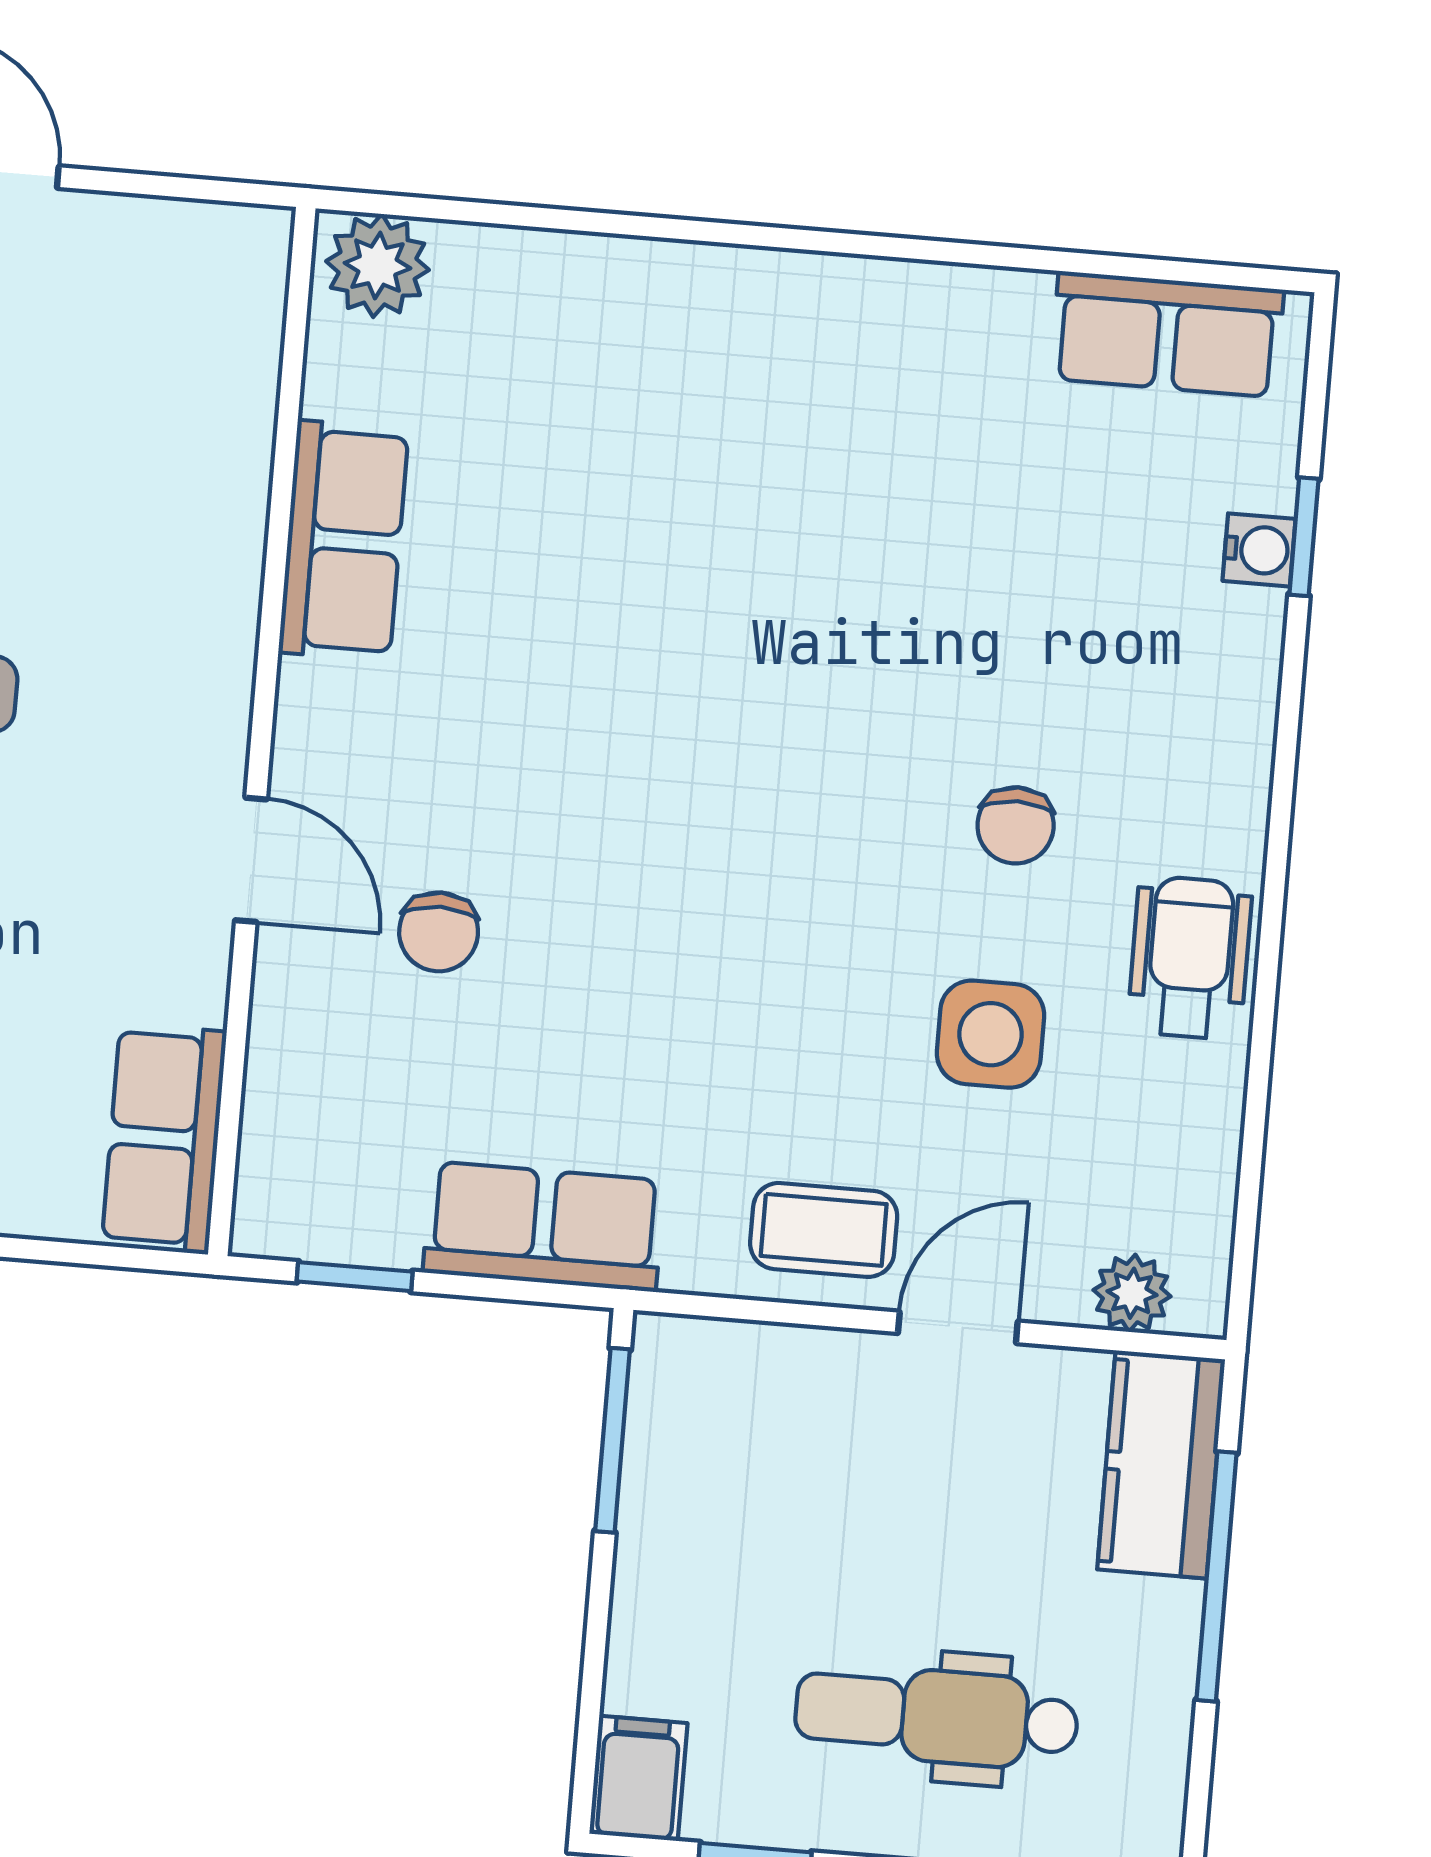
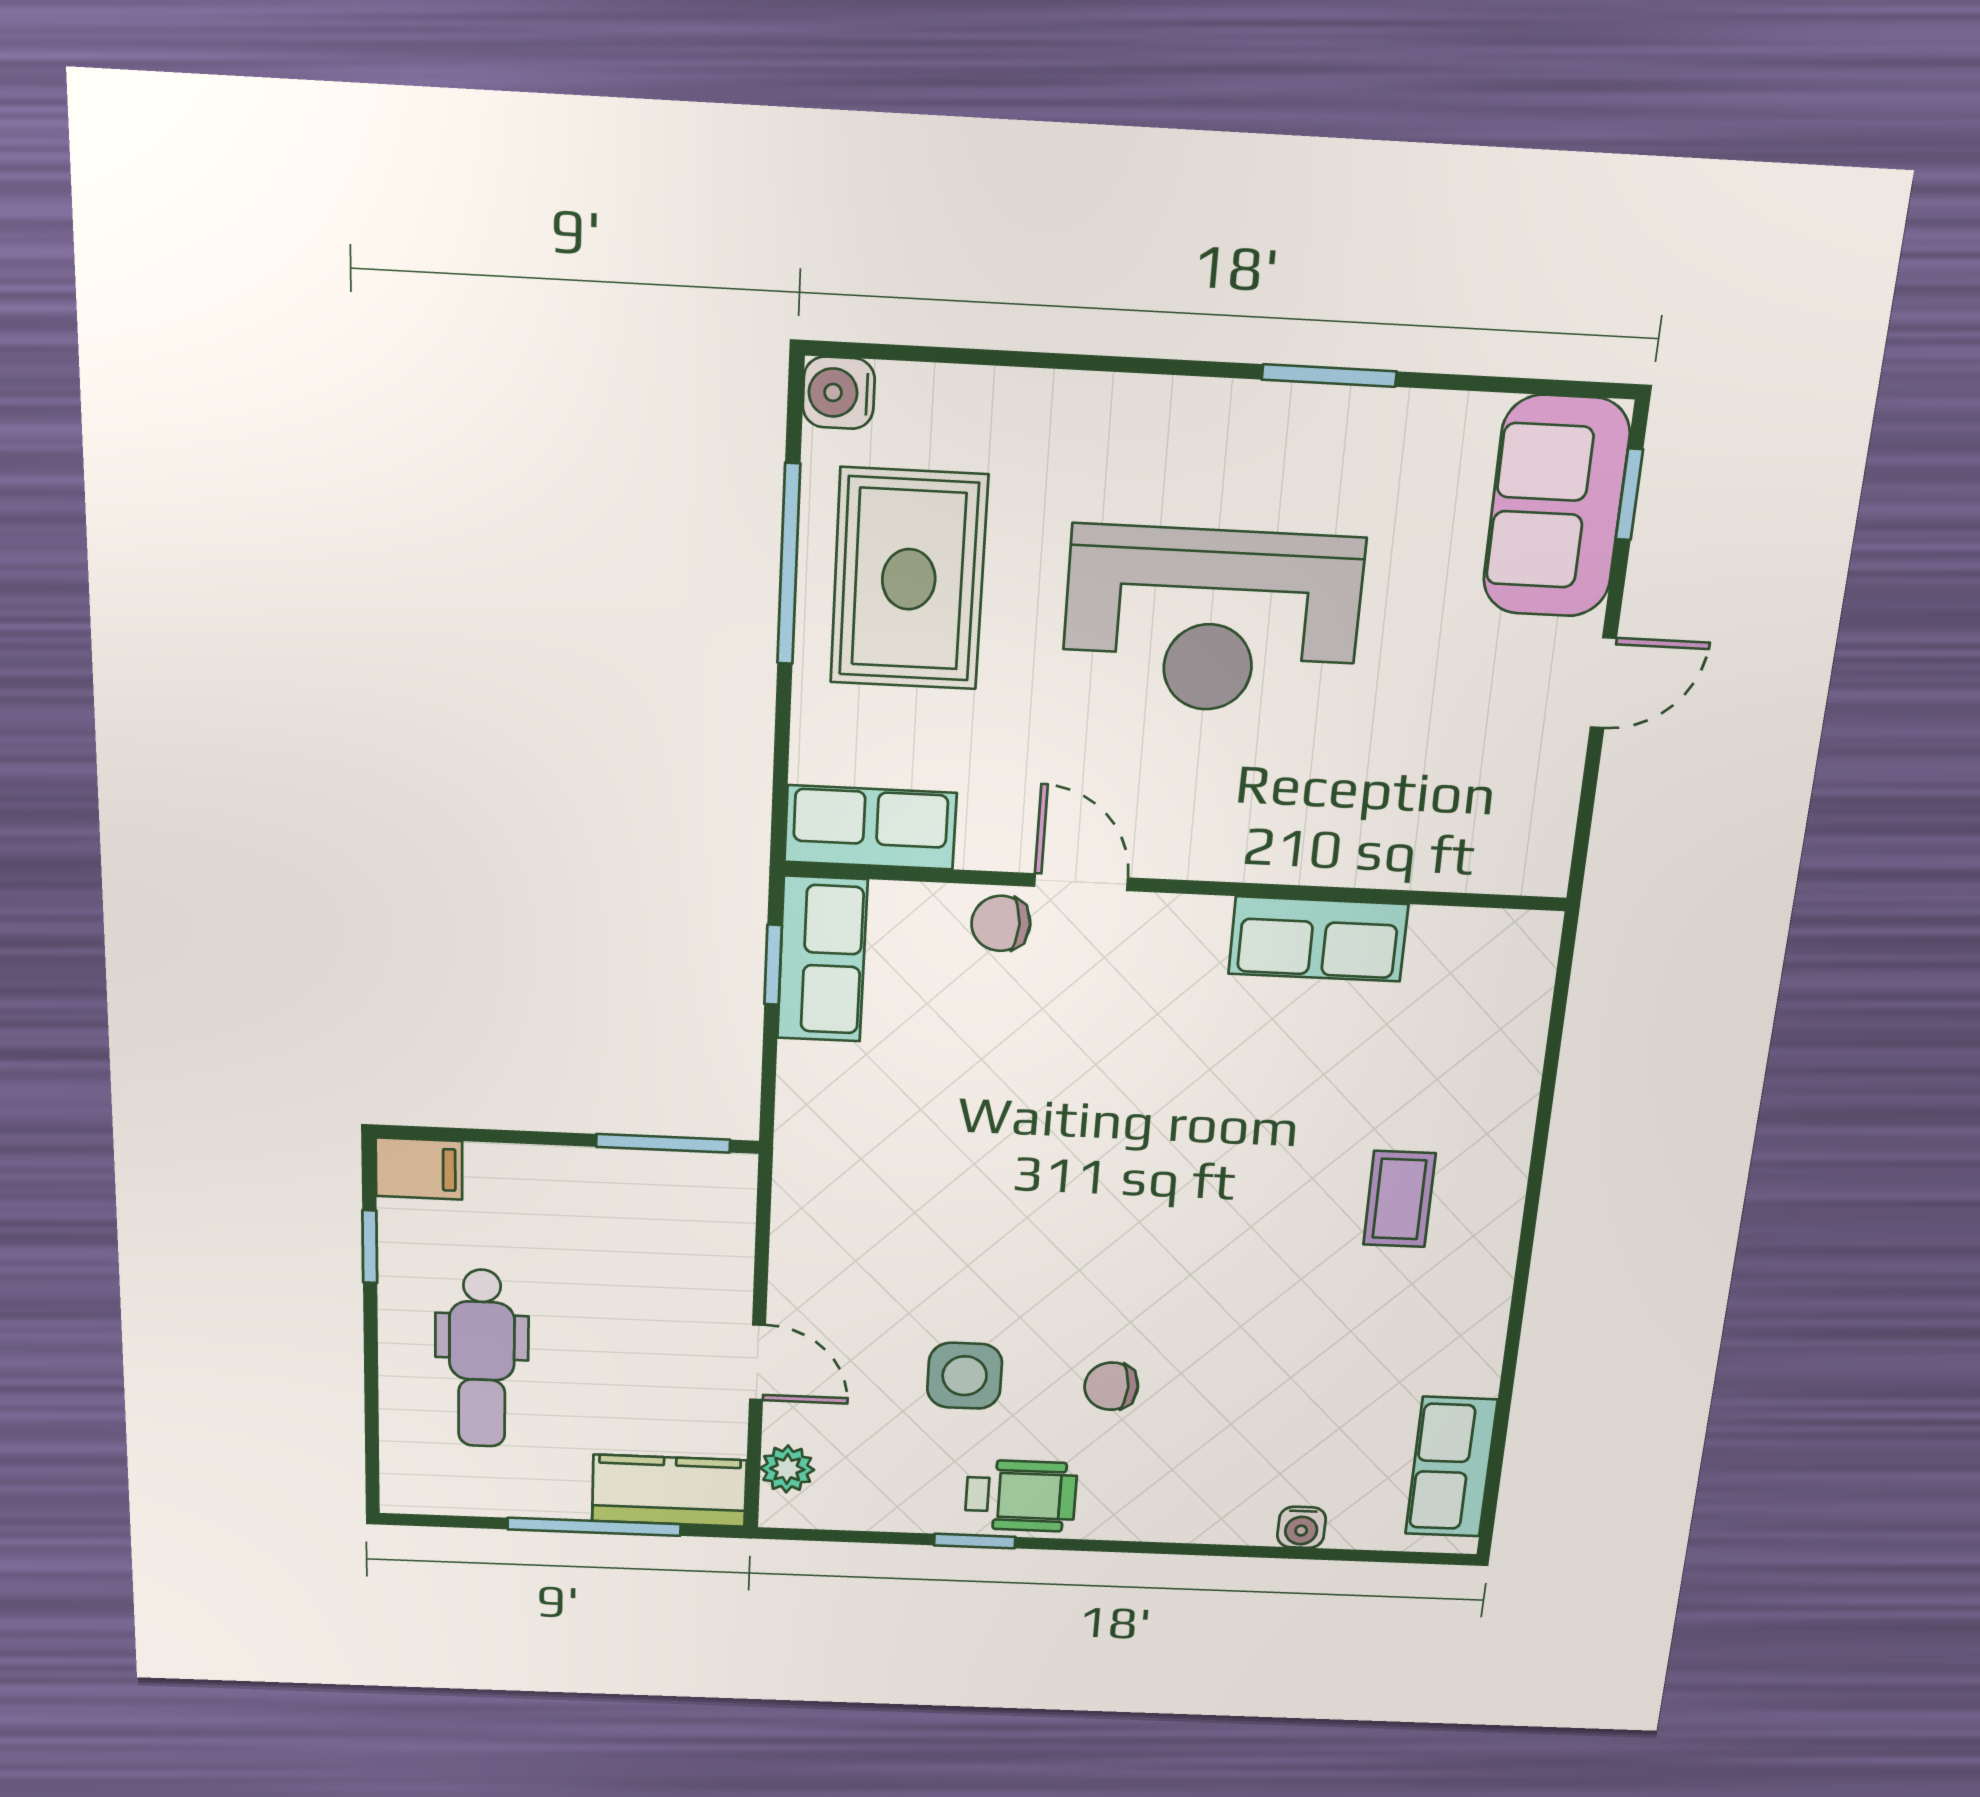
plant: (378, 266) -> (1520, 956), removed
window: (1304, 537) -> (975, 1541), moved
door: (251, 860) -> (1081, 882), swing flipped
chair: (439, 932) -> (1001, 923), moved
row of seats: (544, 1226) -> (822, 959), moved
coffee table: (824, 1230) -> (1399, 1199), moved
dental chair: (937, 1716) -> (482, 1359), turned 180

